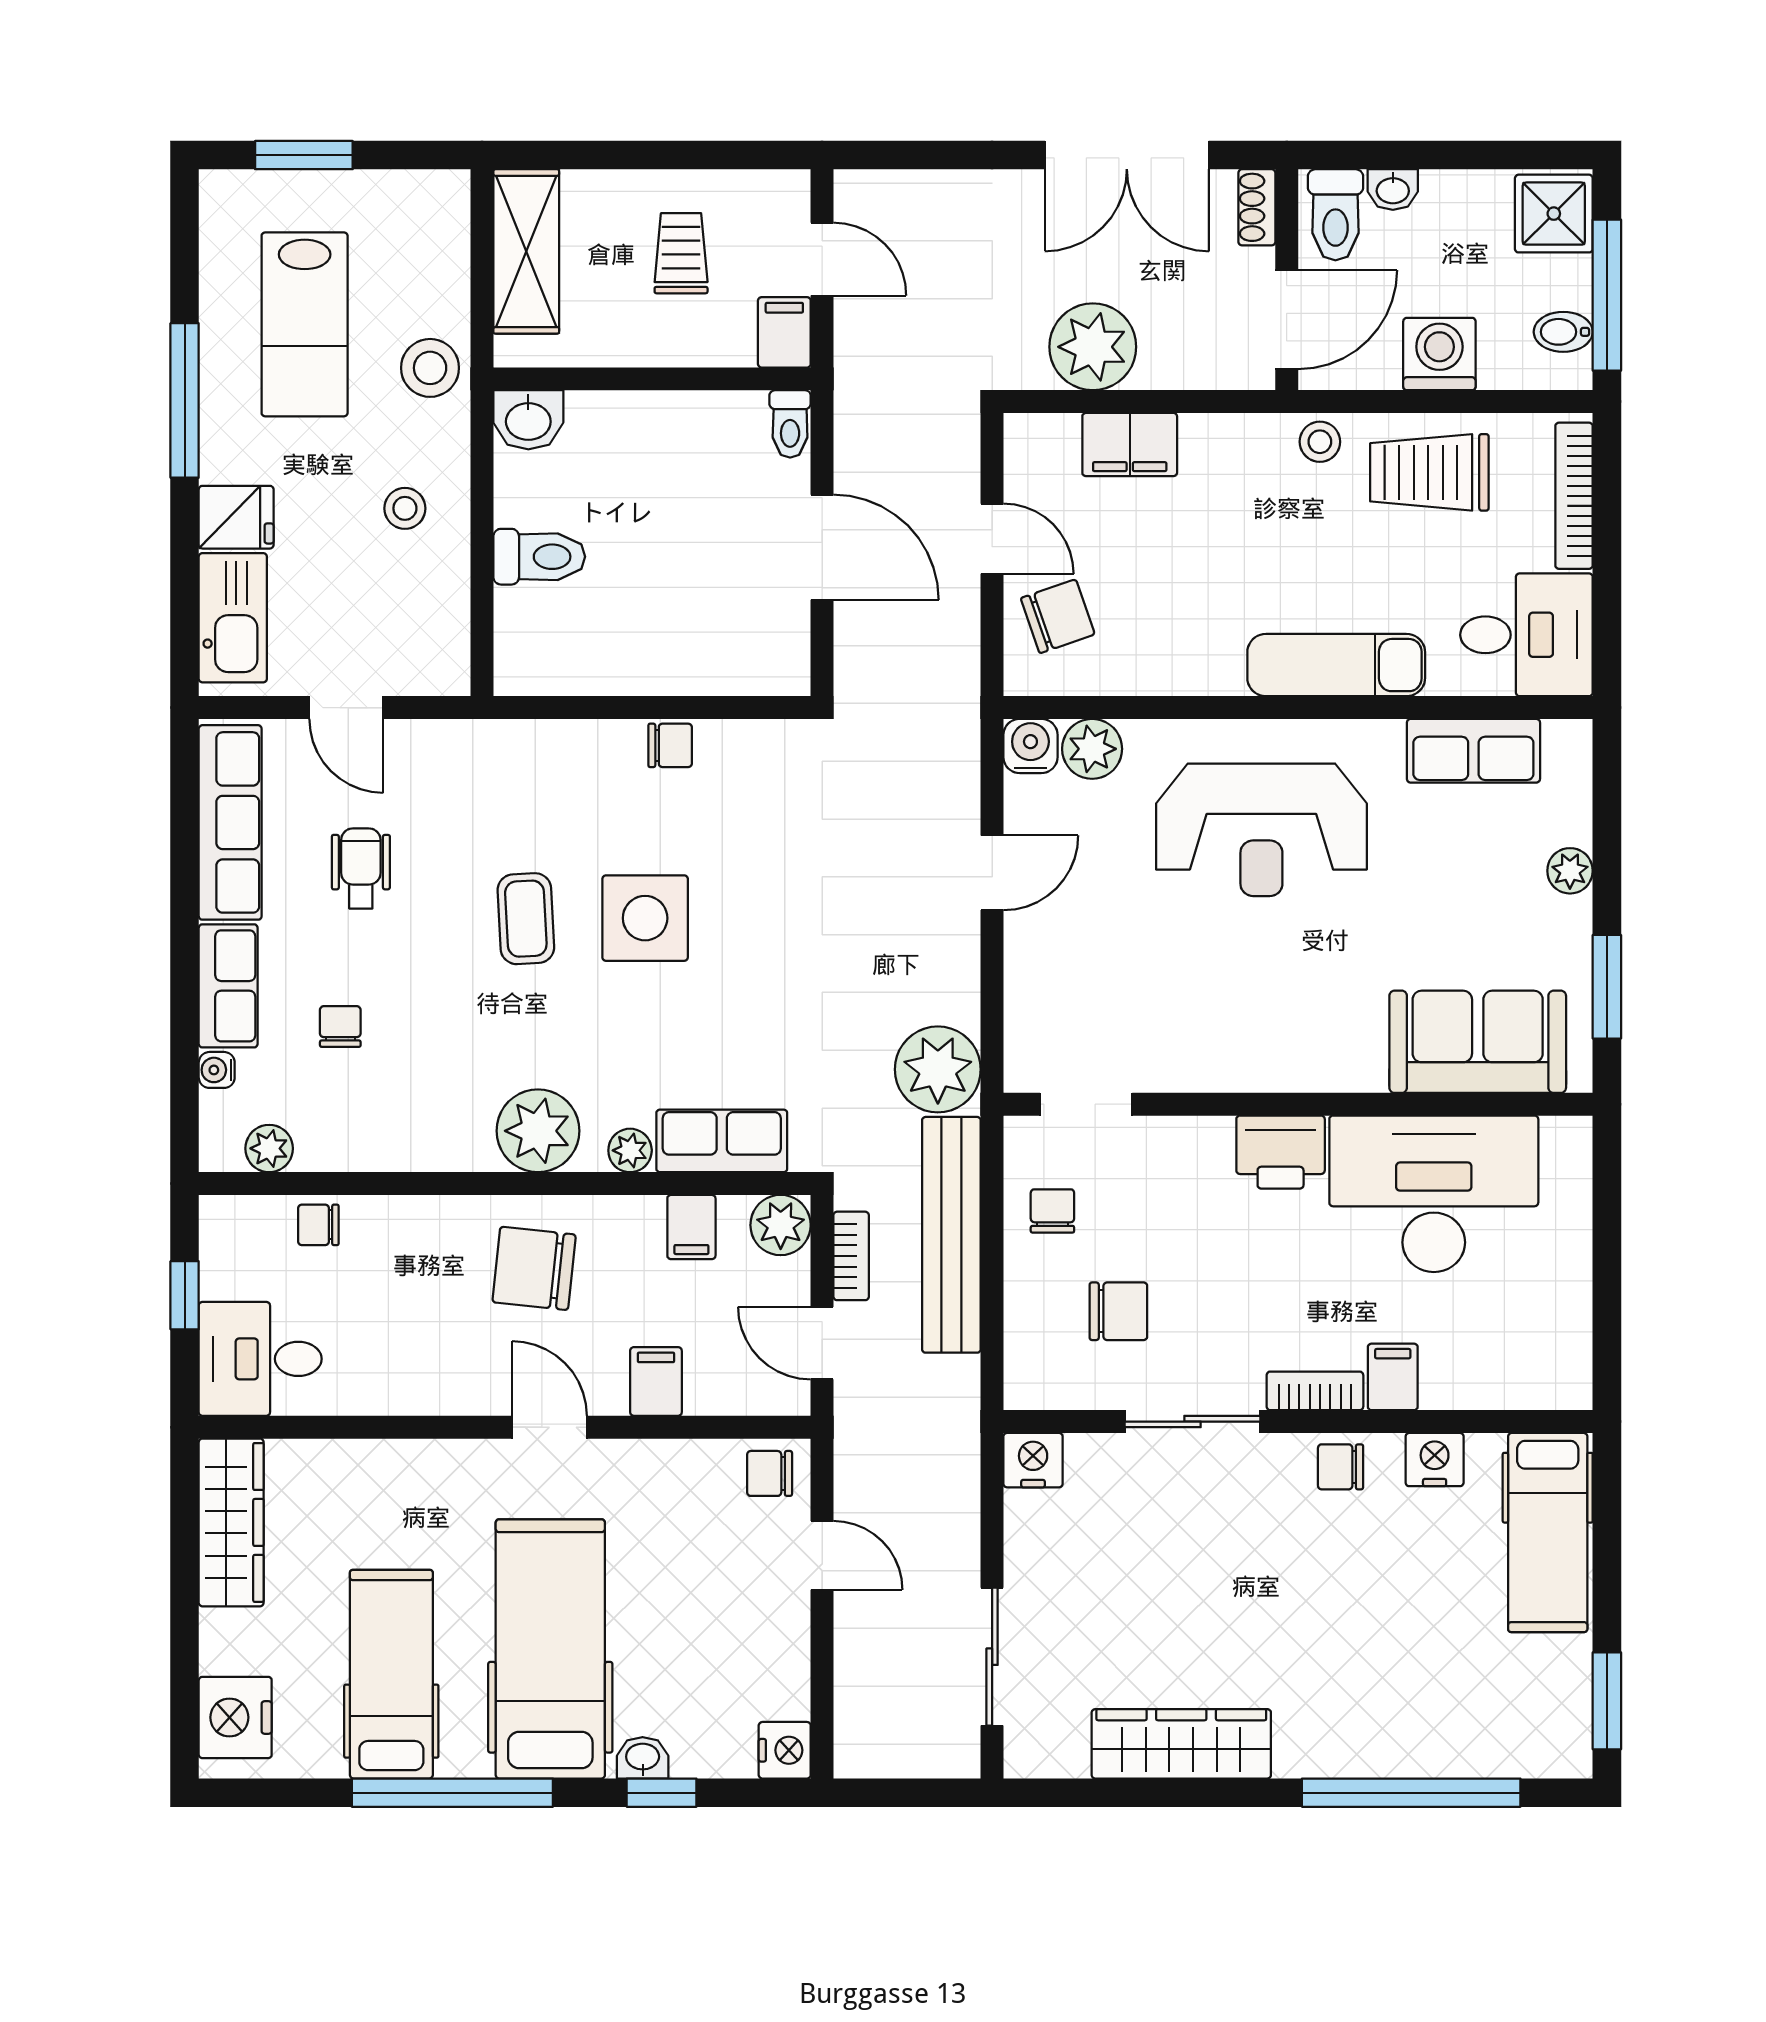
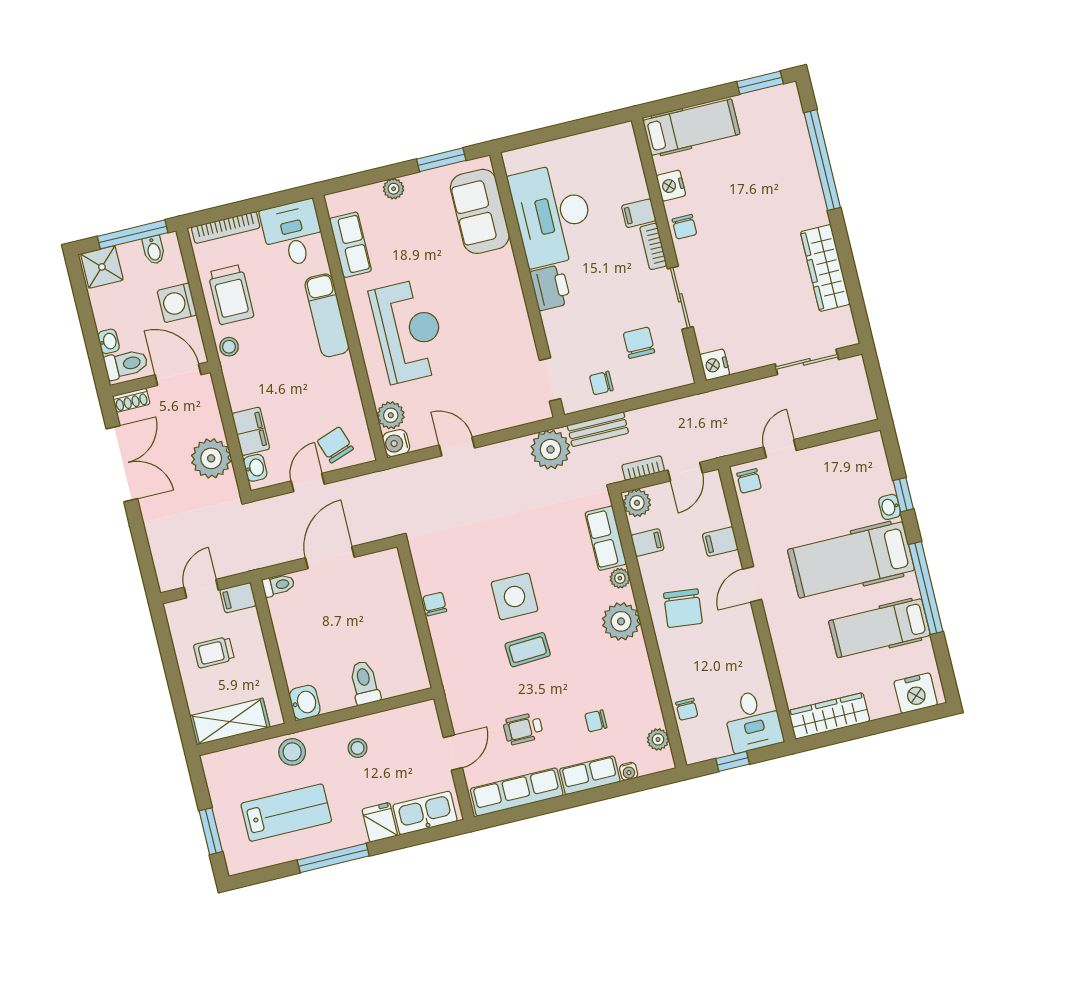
washbasin: (1050, 435) -> (255, 468), added
bench: (951, 1235) -> (598, 429), width x0.54, depth x0.82
nightstand: (785, 1750) -> (871, 444), removed

